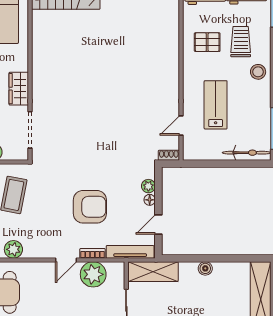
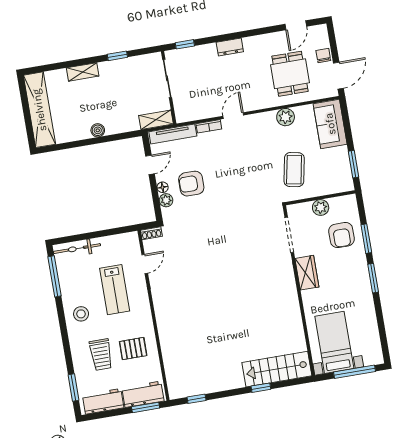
stool: (258, 72) -> (81, 314), moved
armchair: (90, 207) -> (191, 184), moved, width x0.73, depth x0.73
shelving: (153, 272) -> (156, 120), width x0.67, depth x0.75
plant: (93, 274) -> (205, 106), removed

